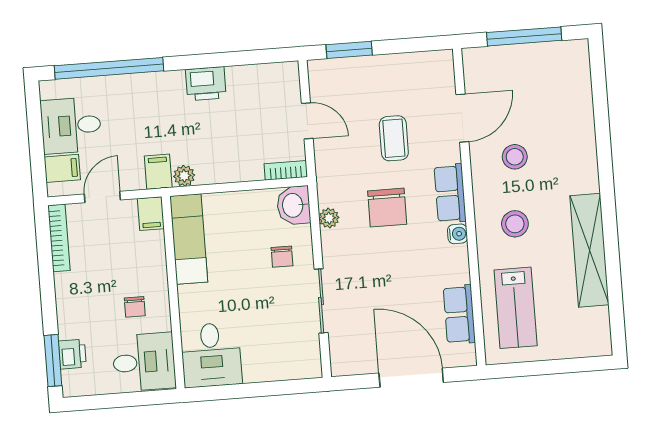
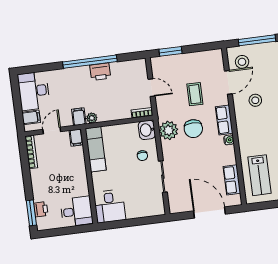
window: (109, 68) -> (90, 62), moved
desk: (71, 125) -> (34, 91), width x1.37
plant: (329, 218) -> (169, 130), width x1.87, depth x1.87
stool: (515, 224) -> (242, 62), moved
chair: (135, 307) -> (71, 184), removed

